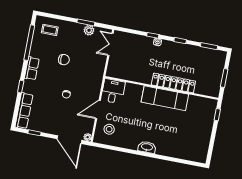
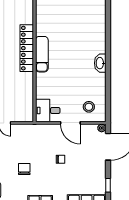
exam couch: (165, 98) -> (42, 54), width x0.73, depth x0.69

